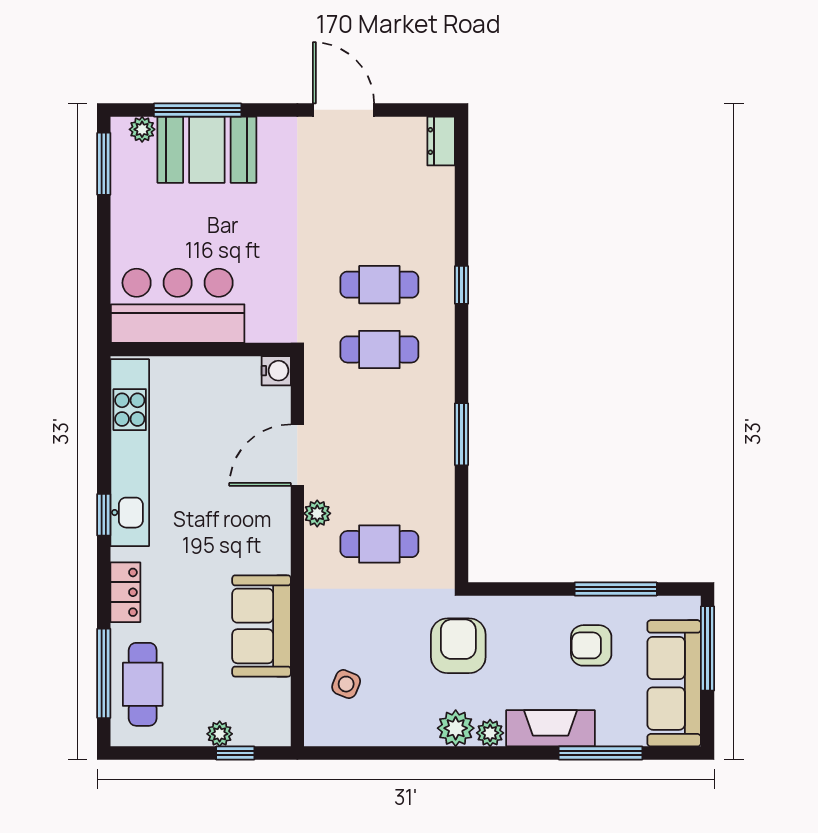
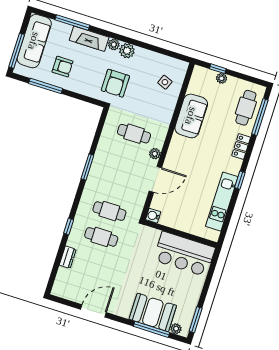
door: (344, 110) -> (93, 311), swing flipped
dresser: (441, 141) -> (68, 257), moved
kitchen unit: (130, 453) -> (222, 202), width x0.73

